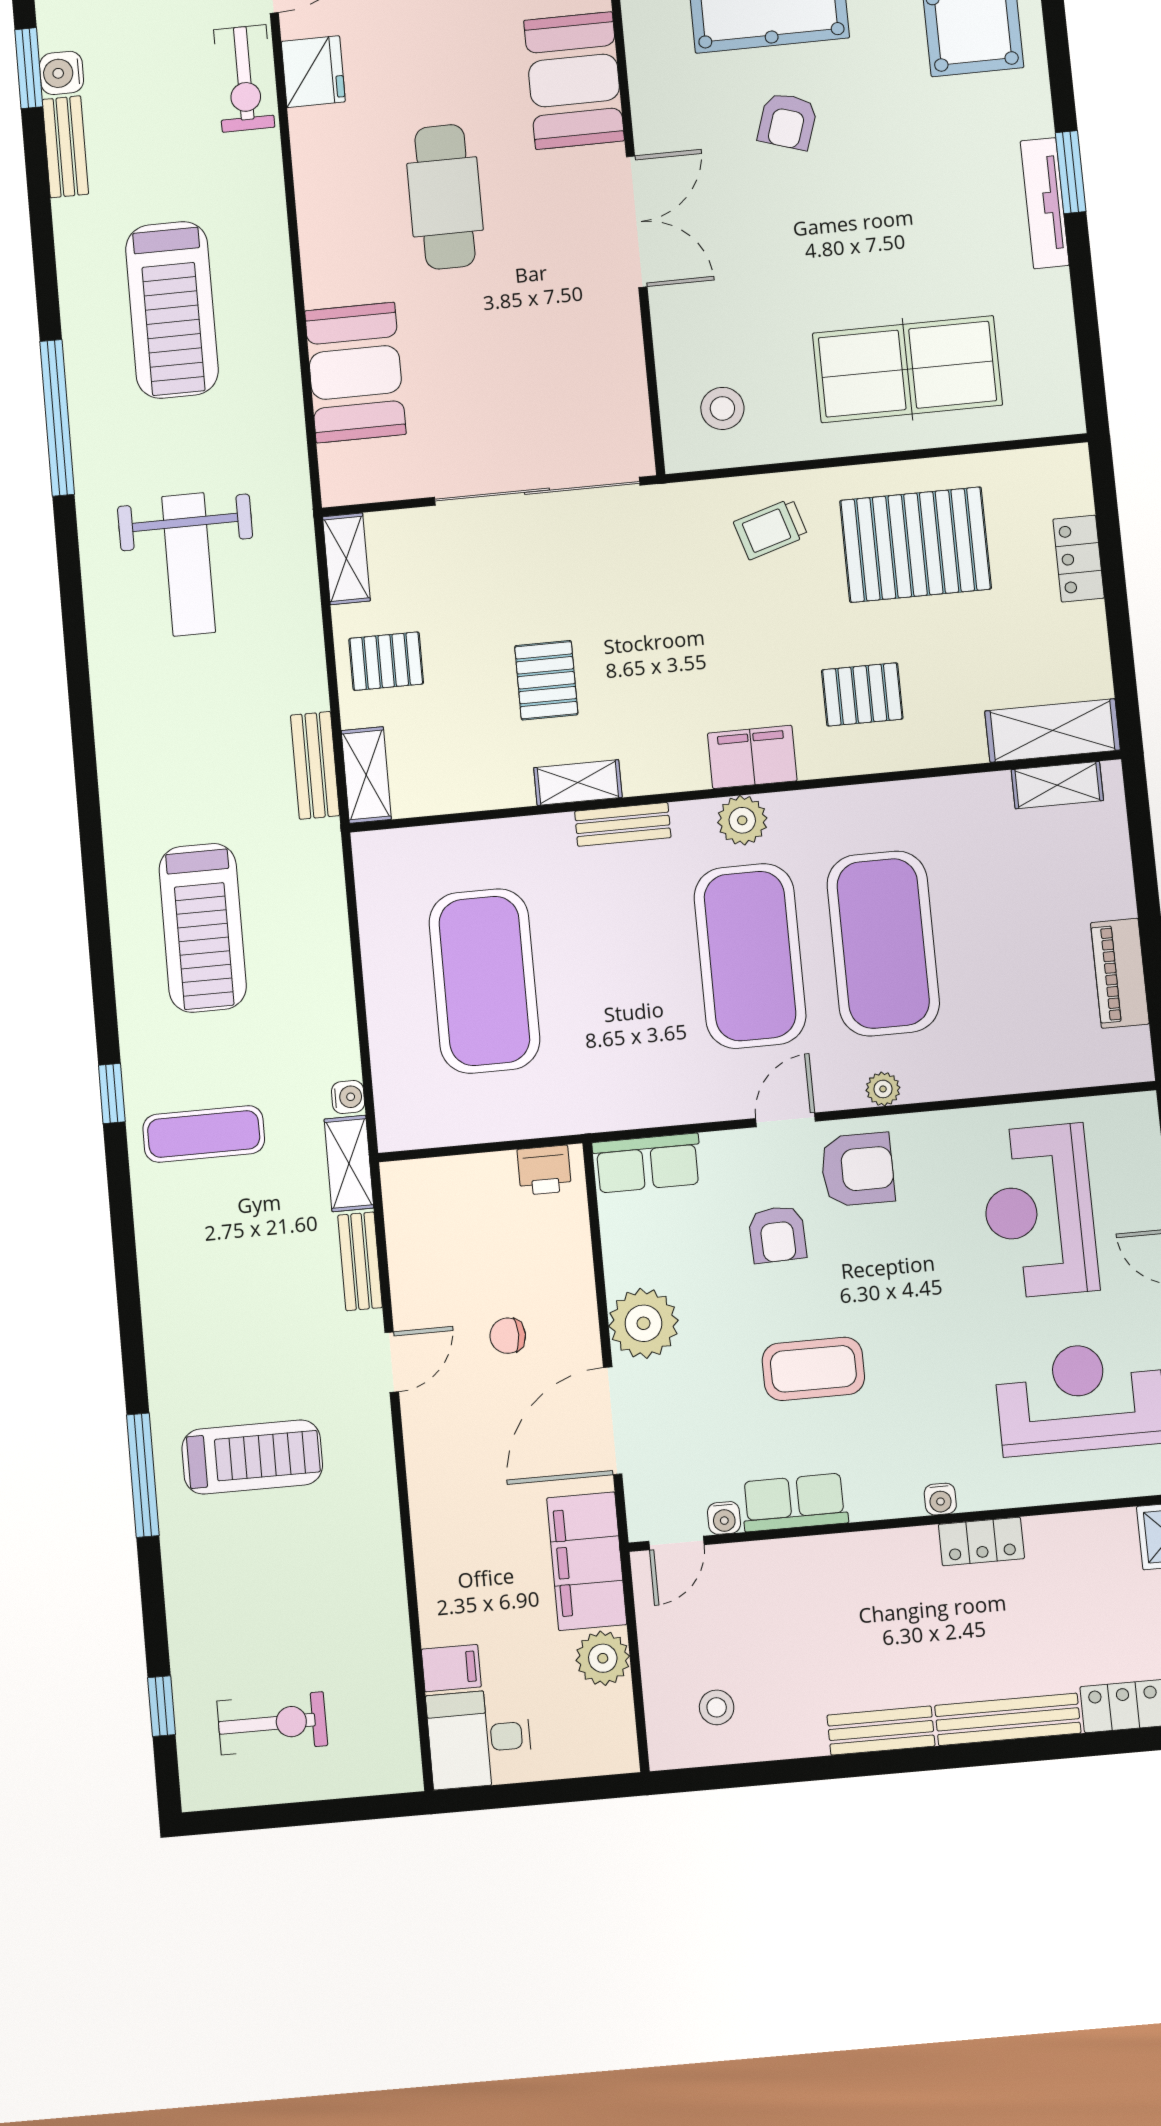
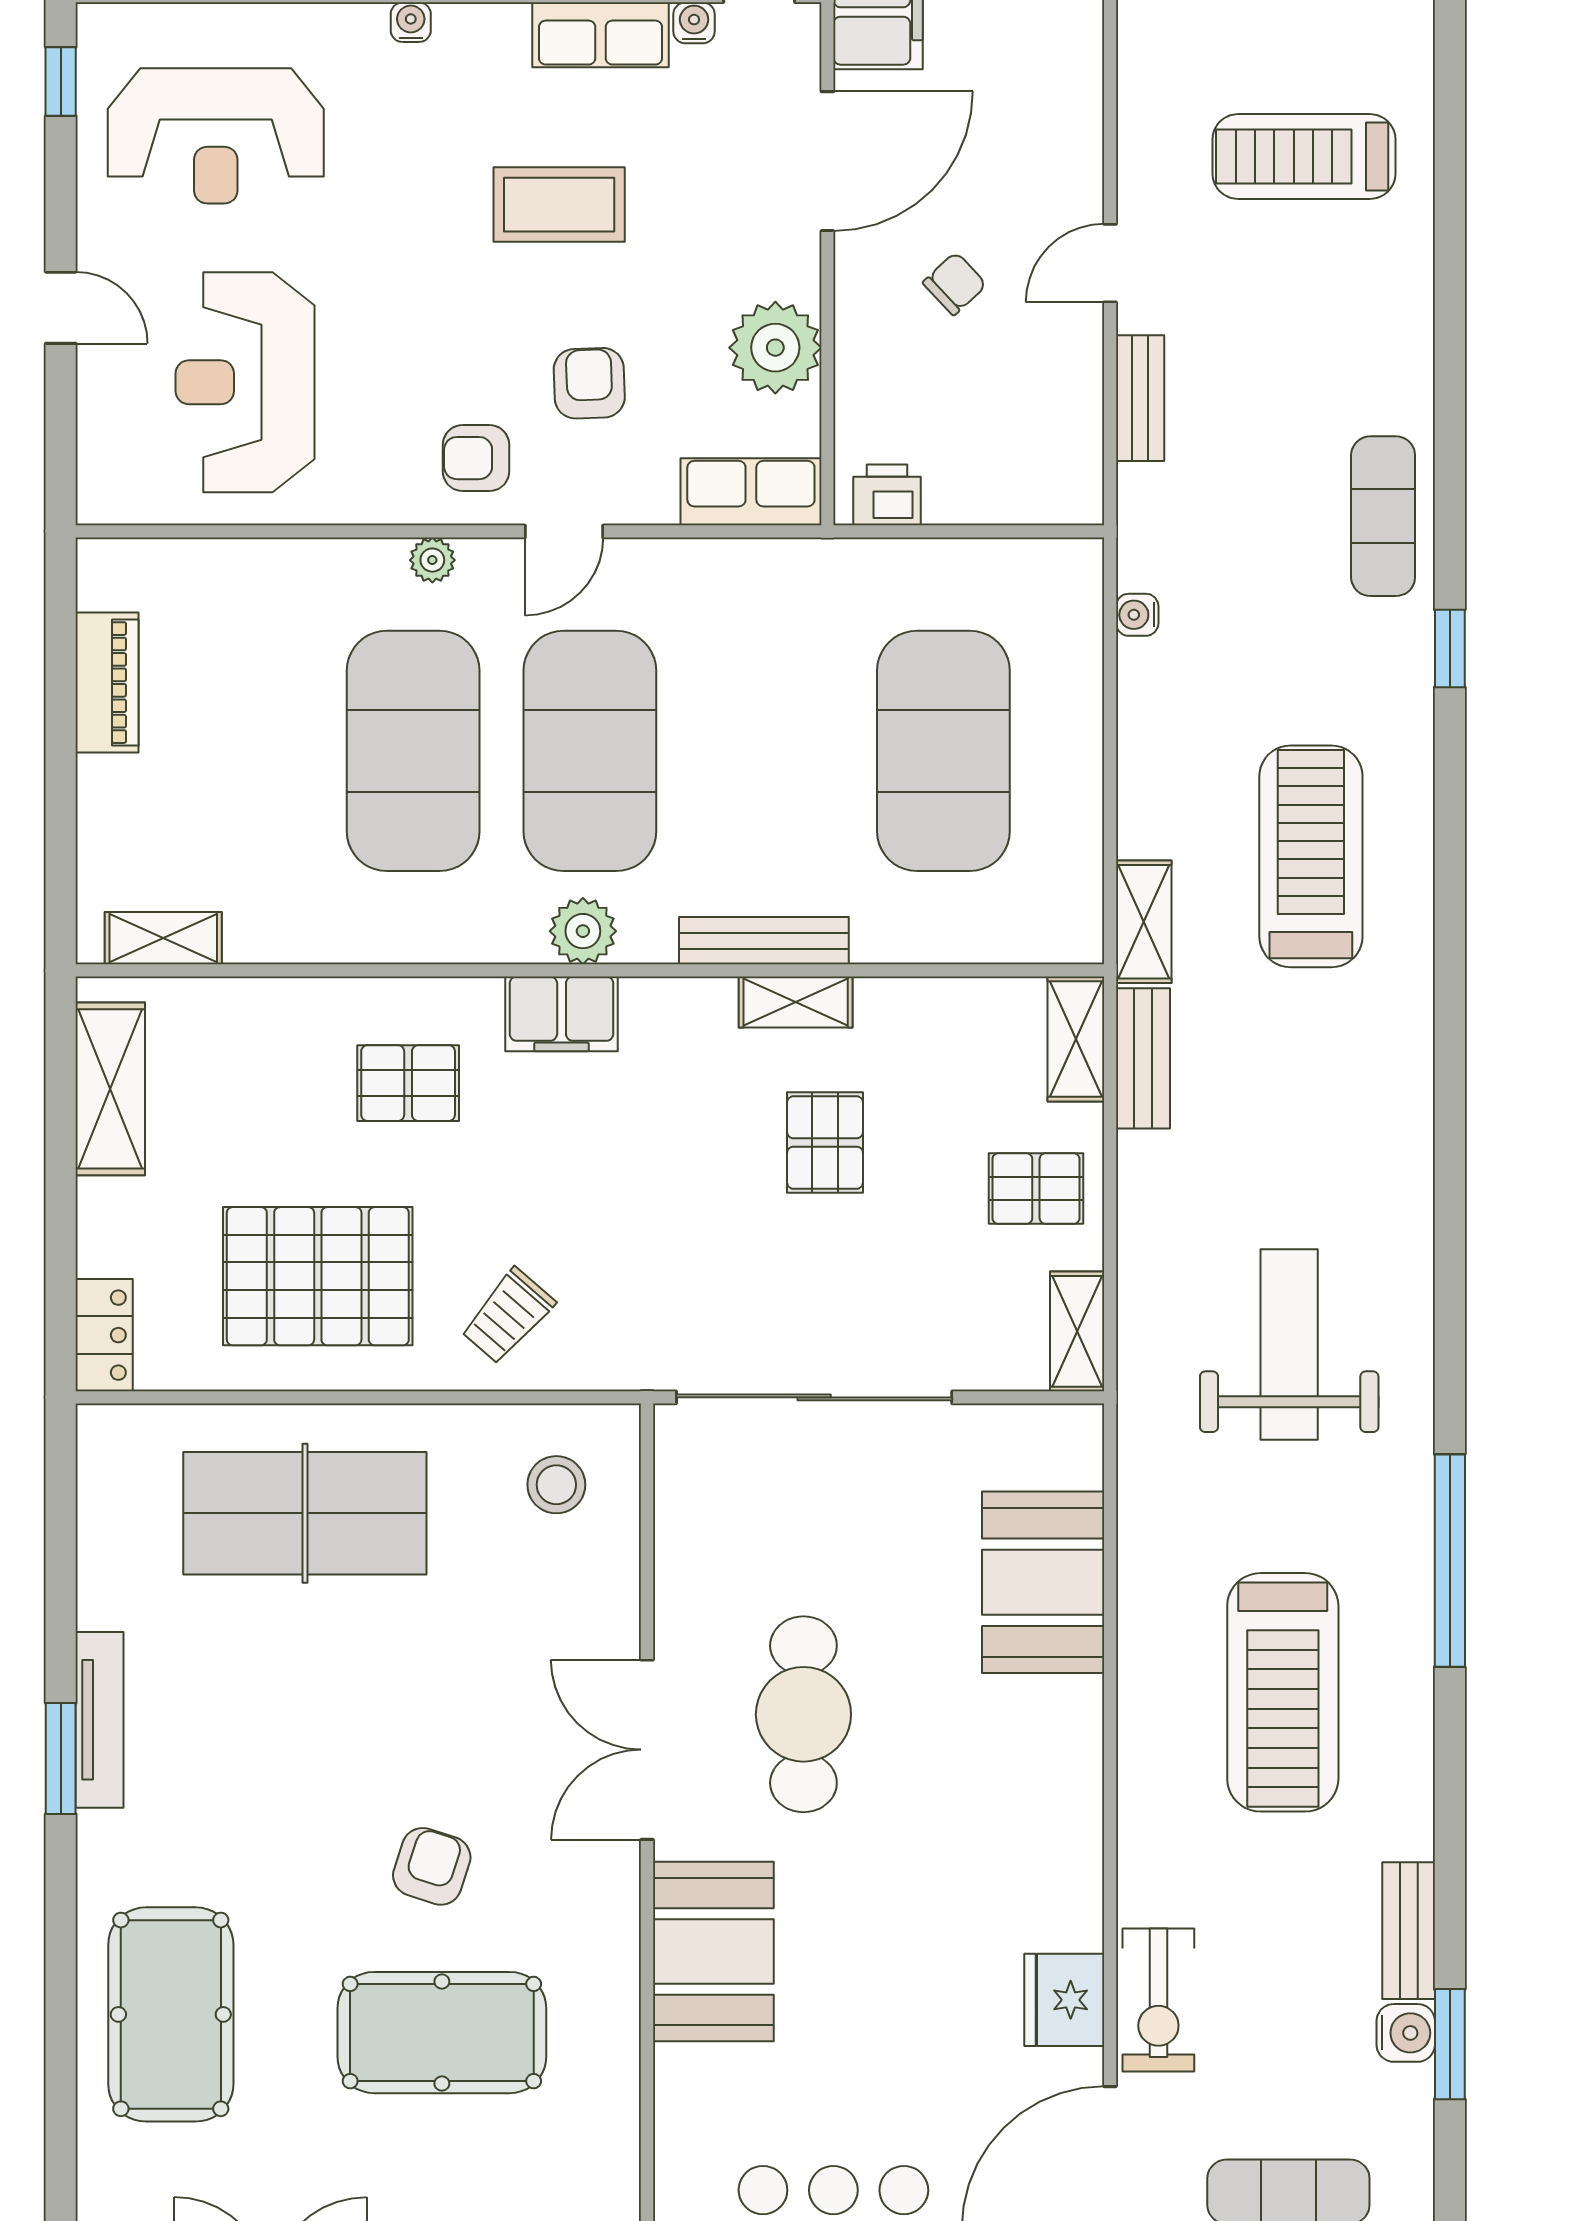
exercise bike: (244, 78) -> (1158, 2000), turned 180
cafe table: (445, 197) -> (803, 1714), moved
treadmill: (172, 310) -> (1283, 1692), turned 180
trolley: (771, 529) -> (508, 1316), turned 148
locker: (1079, 559) -> (104, 1335), moved
shelving: (1052, 730) -> (110, 1089), moved, turned 90
bench: (623, 824) -> (764, 941), width x1.36
exercise mat: (204, 1134) -> (1383, 516), moved, turned 90
shelving: (349, 1164) -> (1144, 922), moved
armchair: (858, 1169) -> (476, 458), width x0.72, depth x0.72
reception desk: (1039, 1211) -> (245, 382), turned 180
plant: (643, 1323) -> (775, 348), moved
chair: (508, 1336) -> (955, 284), turned -43
window: (143, 1475) -> (1450, 146), removed

